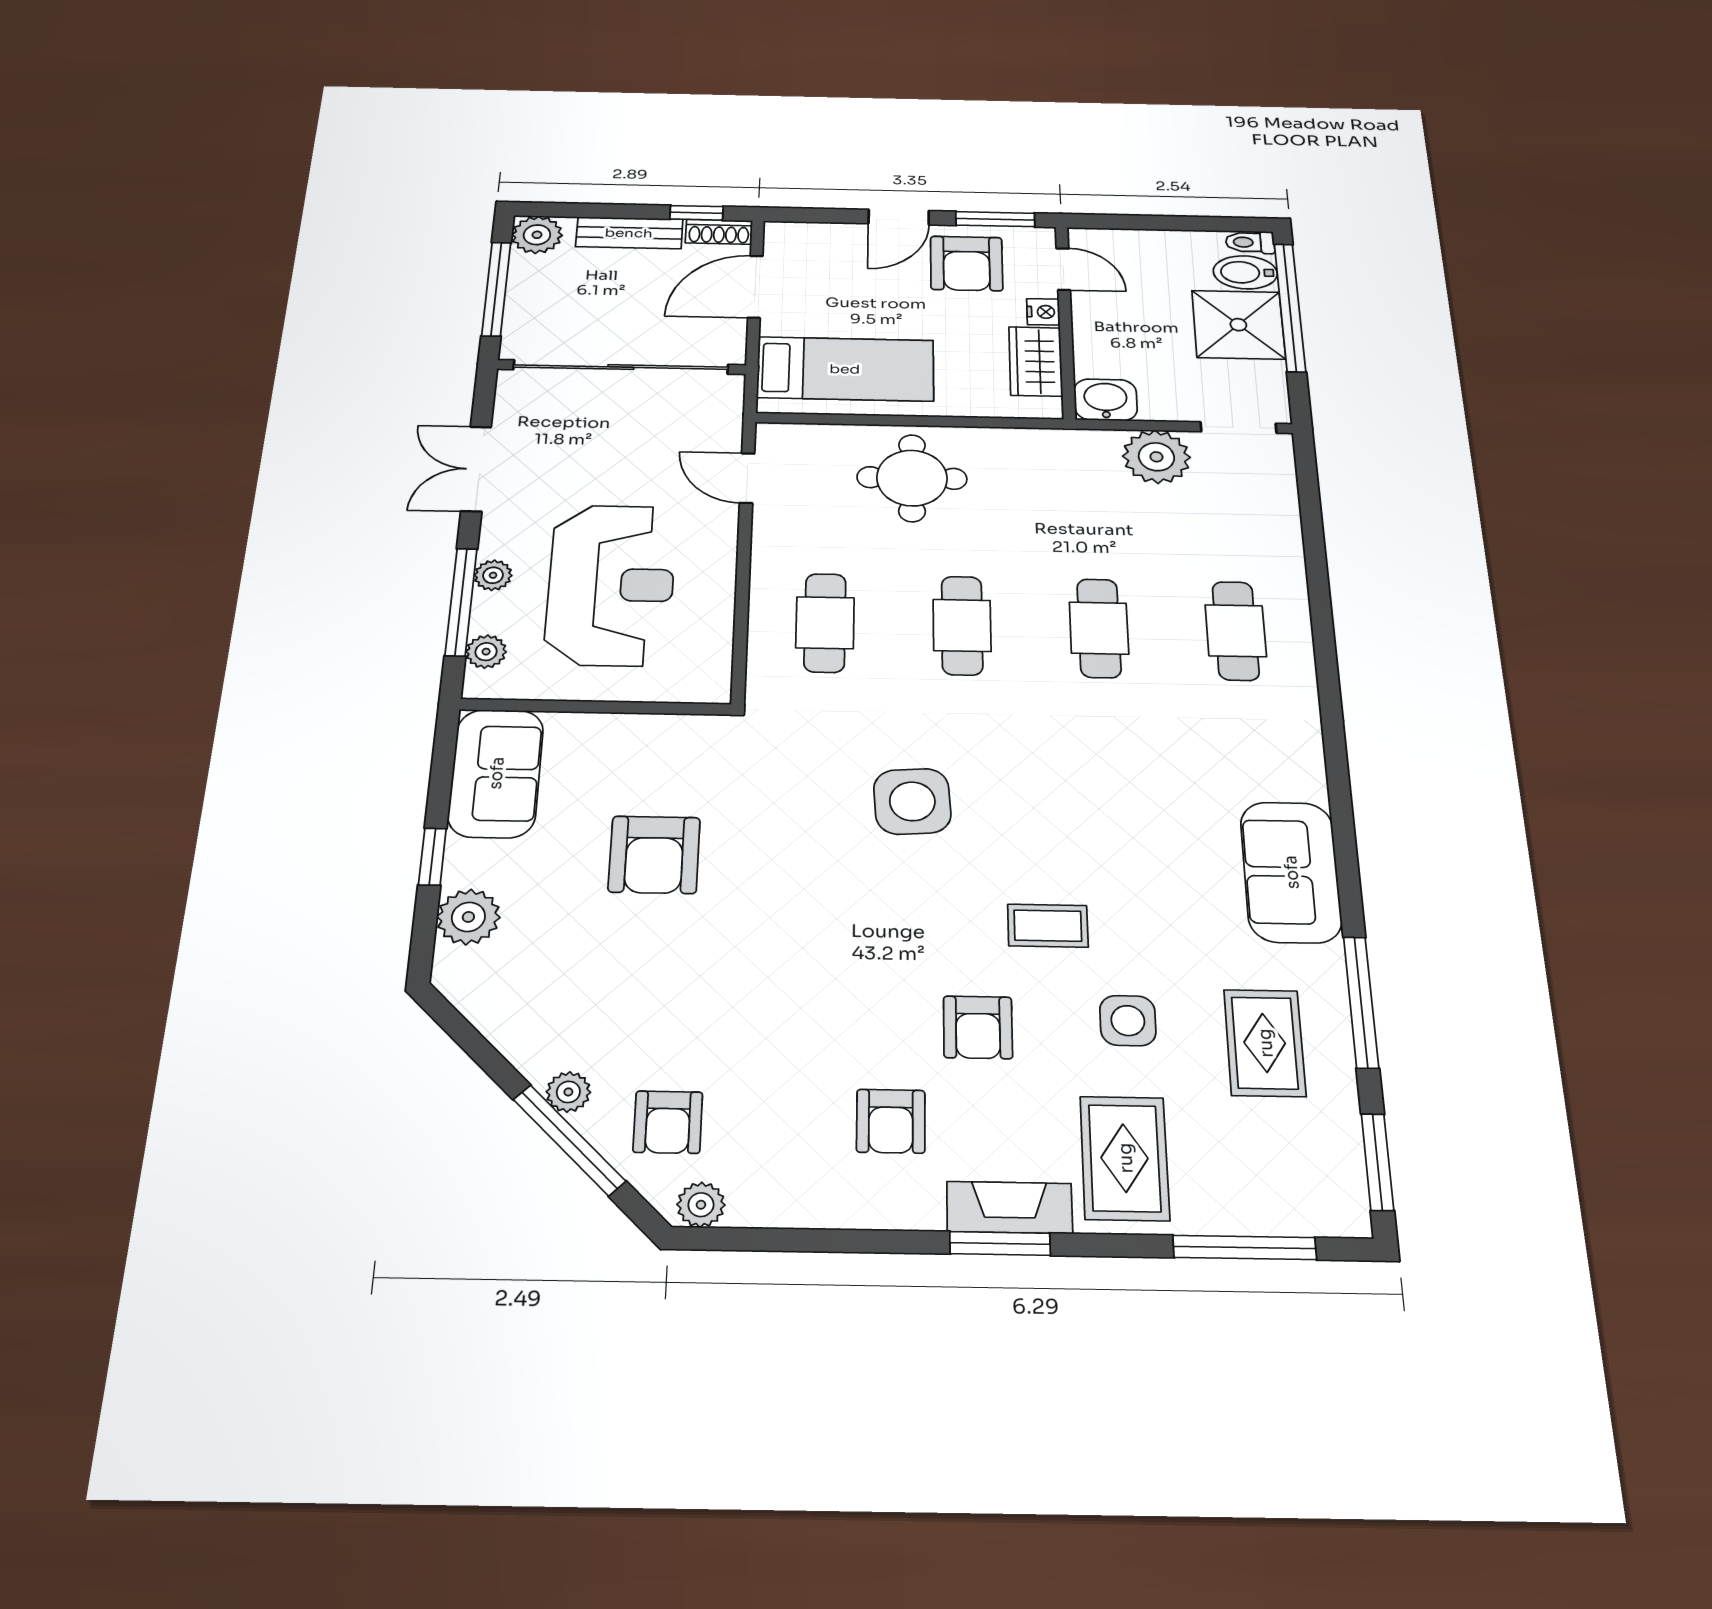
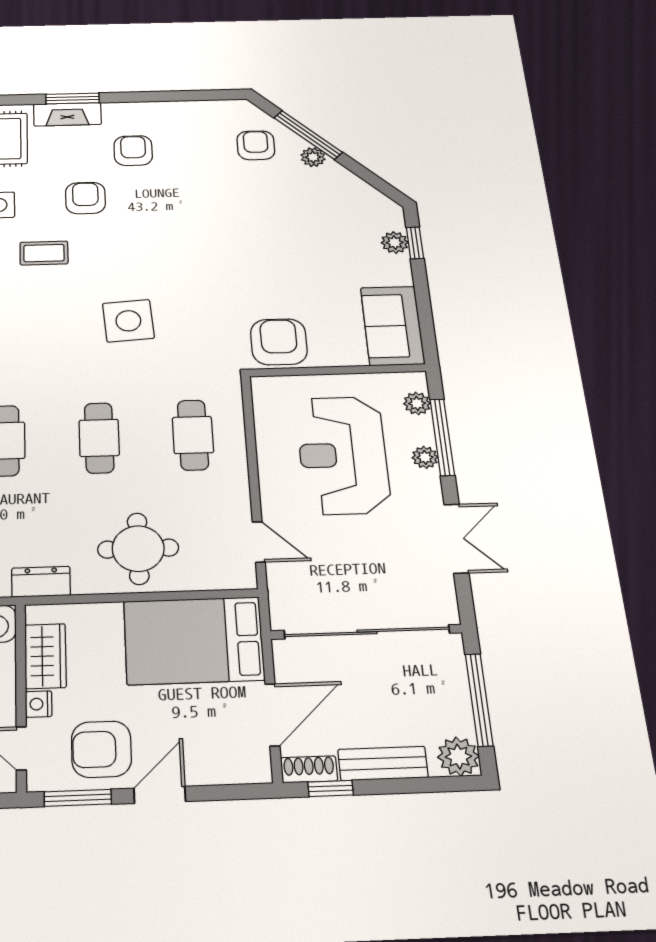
armchair: (967, 263) -> (101, 749), turned -90
bed: (845, 369) -> (194, 640), width x1.50
dresser: (1043, 445) -> (41, 582), added
armchair: (654, 855) -> (279, 342), moved
window: (432, 857) -> (415, 243), moved
plant: (468, 917) -> (395, 243), width x0.73, depth x0.73
plant: (701, 1205) -> (233, 109), removed

